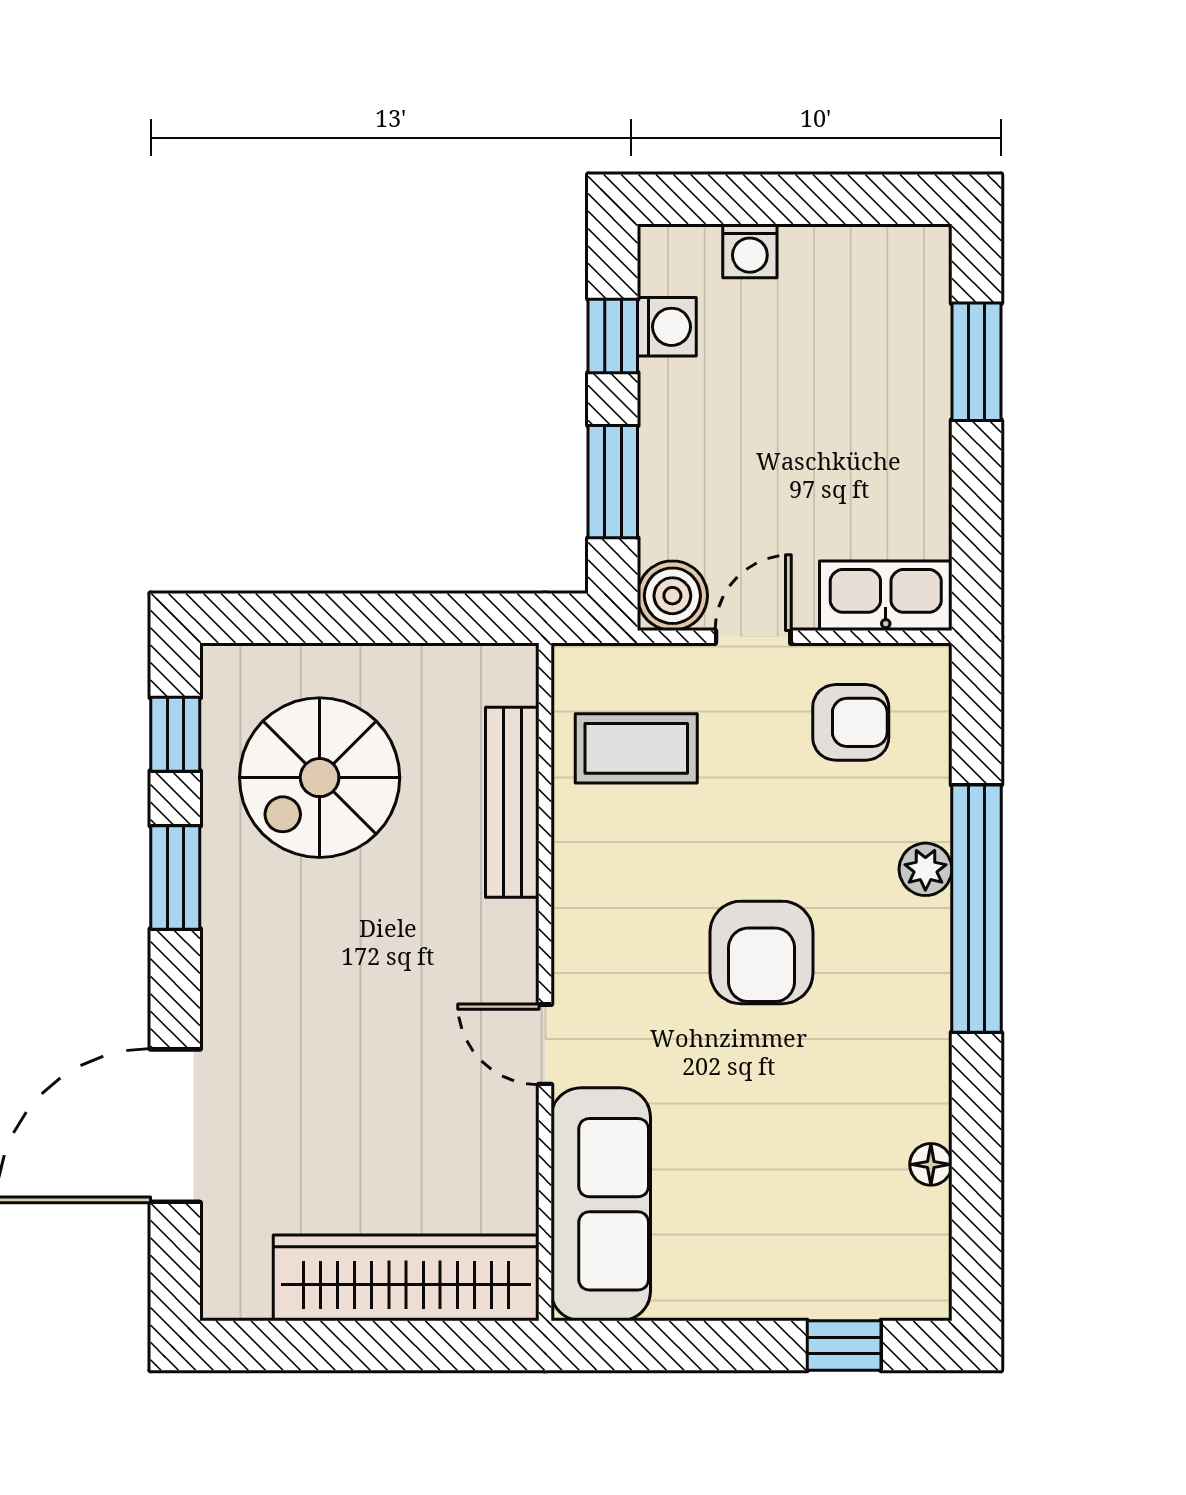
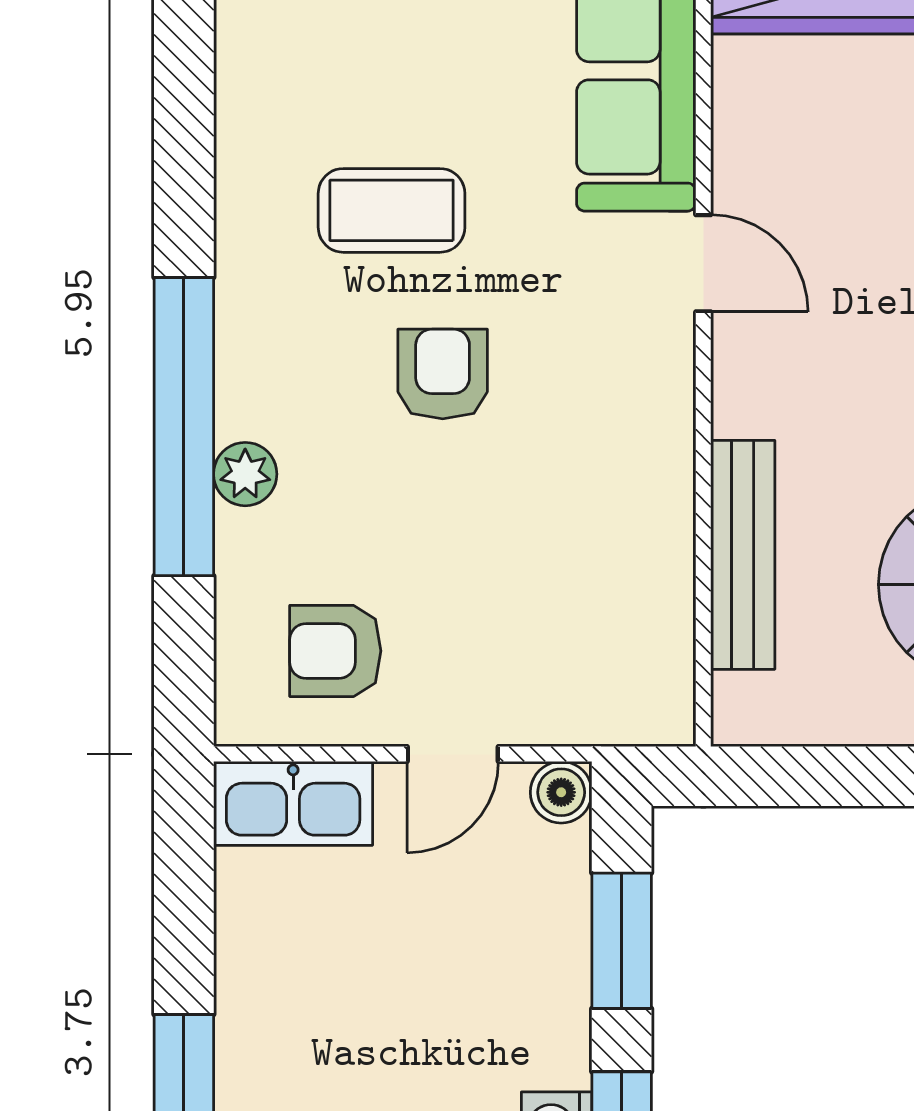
boiler: (672, 596) -> (561, 792), width x0.73, depth x0.73
coffee table: (636, 748) -> (392, 210), moved
armchair: (762, 952) -> (443, 374), width x0.72, depth x0.72
floor lamp: (931, 1164) -> (239, 119), removed

